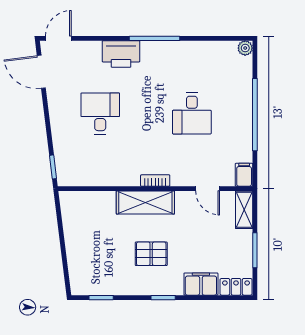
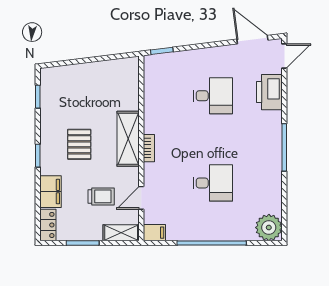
door: (58, 38) -> (284, 56), hinge flipped
plant: (245, 48) -> (269, 228), width x1.88, depth x1.88
printer: (121, 54) -> (269, 92), moved
door: (41, 72) -> (252, 40), hinge flipped
desk: (192, 113) -> (213, 183), turned 180
trolley: (206, 231) -> (101, 196), added

